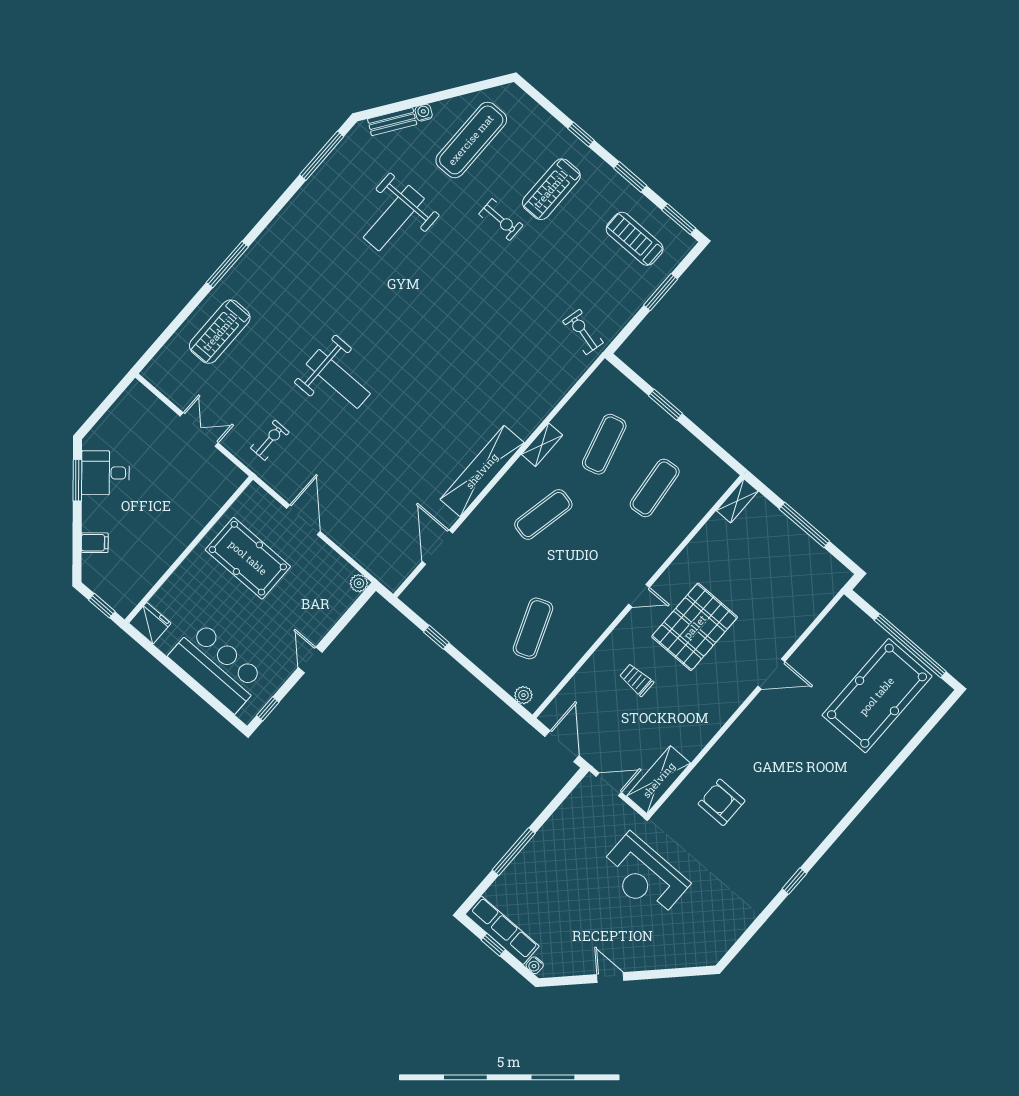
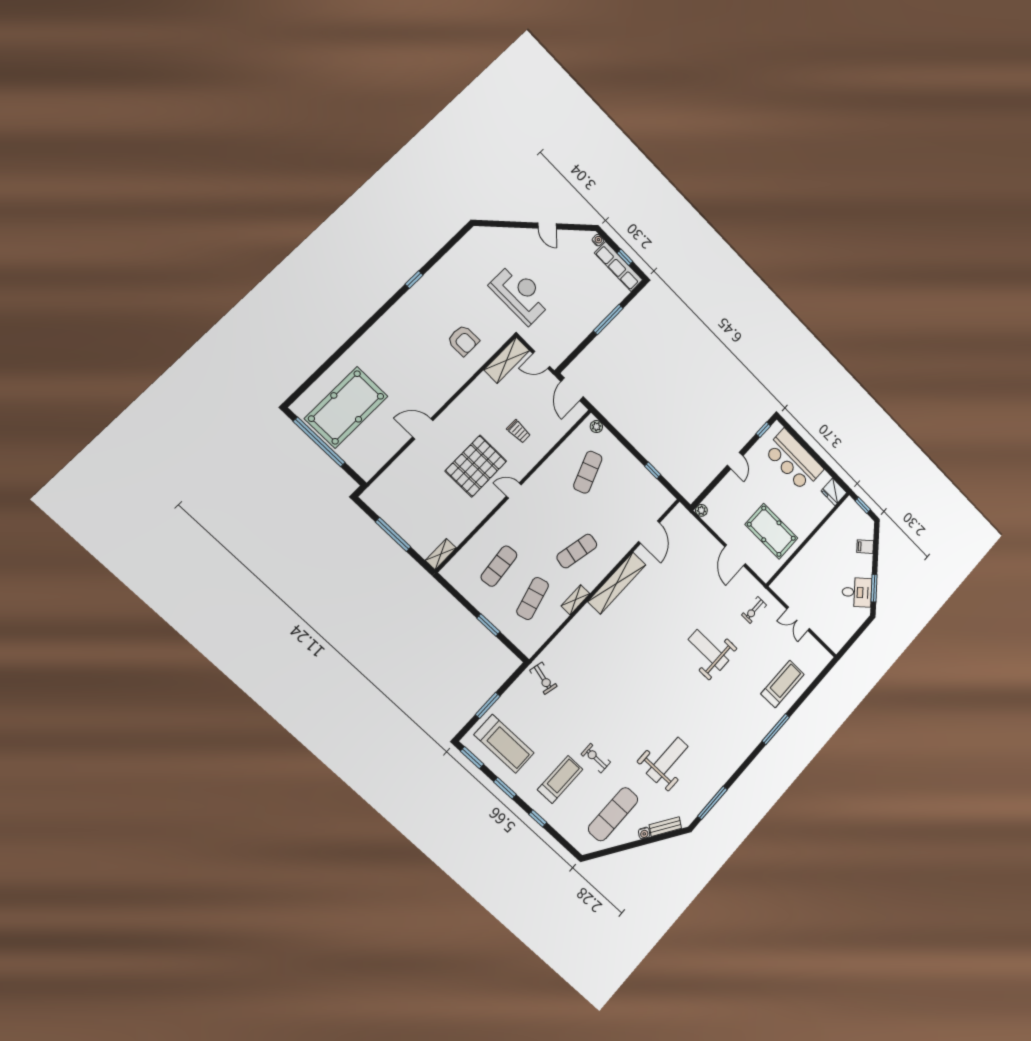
treadmill: (635, 239) -> (504, 744), width x1.37, depth x1.38

